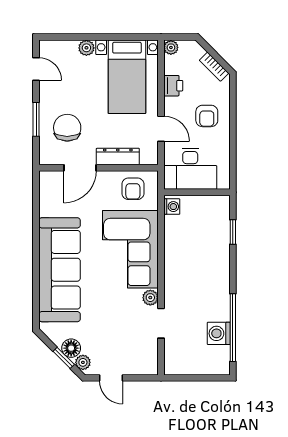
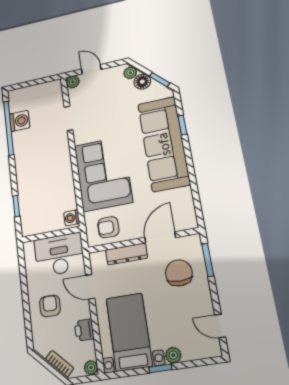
window: (101, 37) -> (160, 368), added
bookcase: (214, 67) -> (60, 364), moved
window: (36, 119) -> (208, 260), moved
chair: (67, 128) -> (179, 273), turned 180
armchair: (133, 189) -> (108, 227), turned -90
window: (36, 287) -> (182, 125), added
plant: (150, 298) -> (73, 82), moved
window: (64, 358) -> (159, 80), moved
door: (111, 378) -> (91, 69), moved

